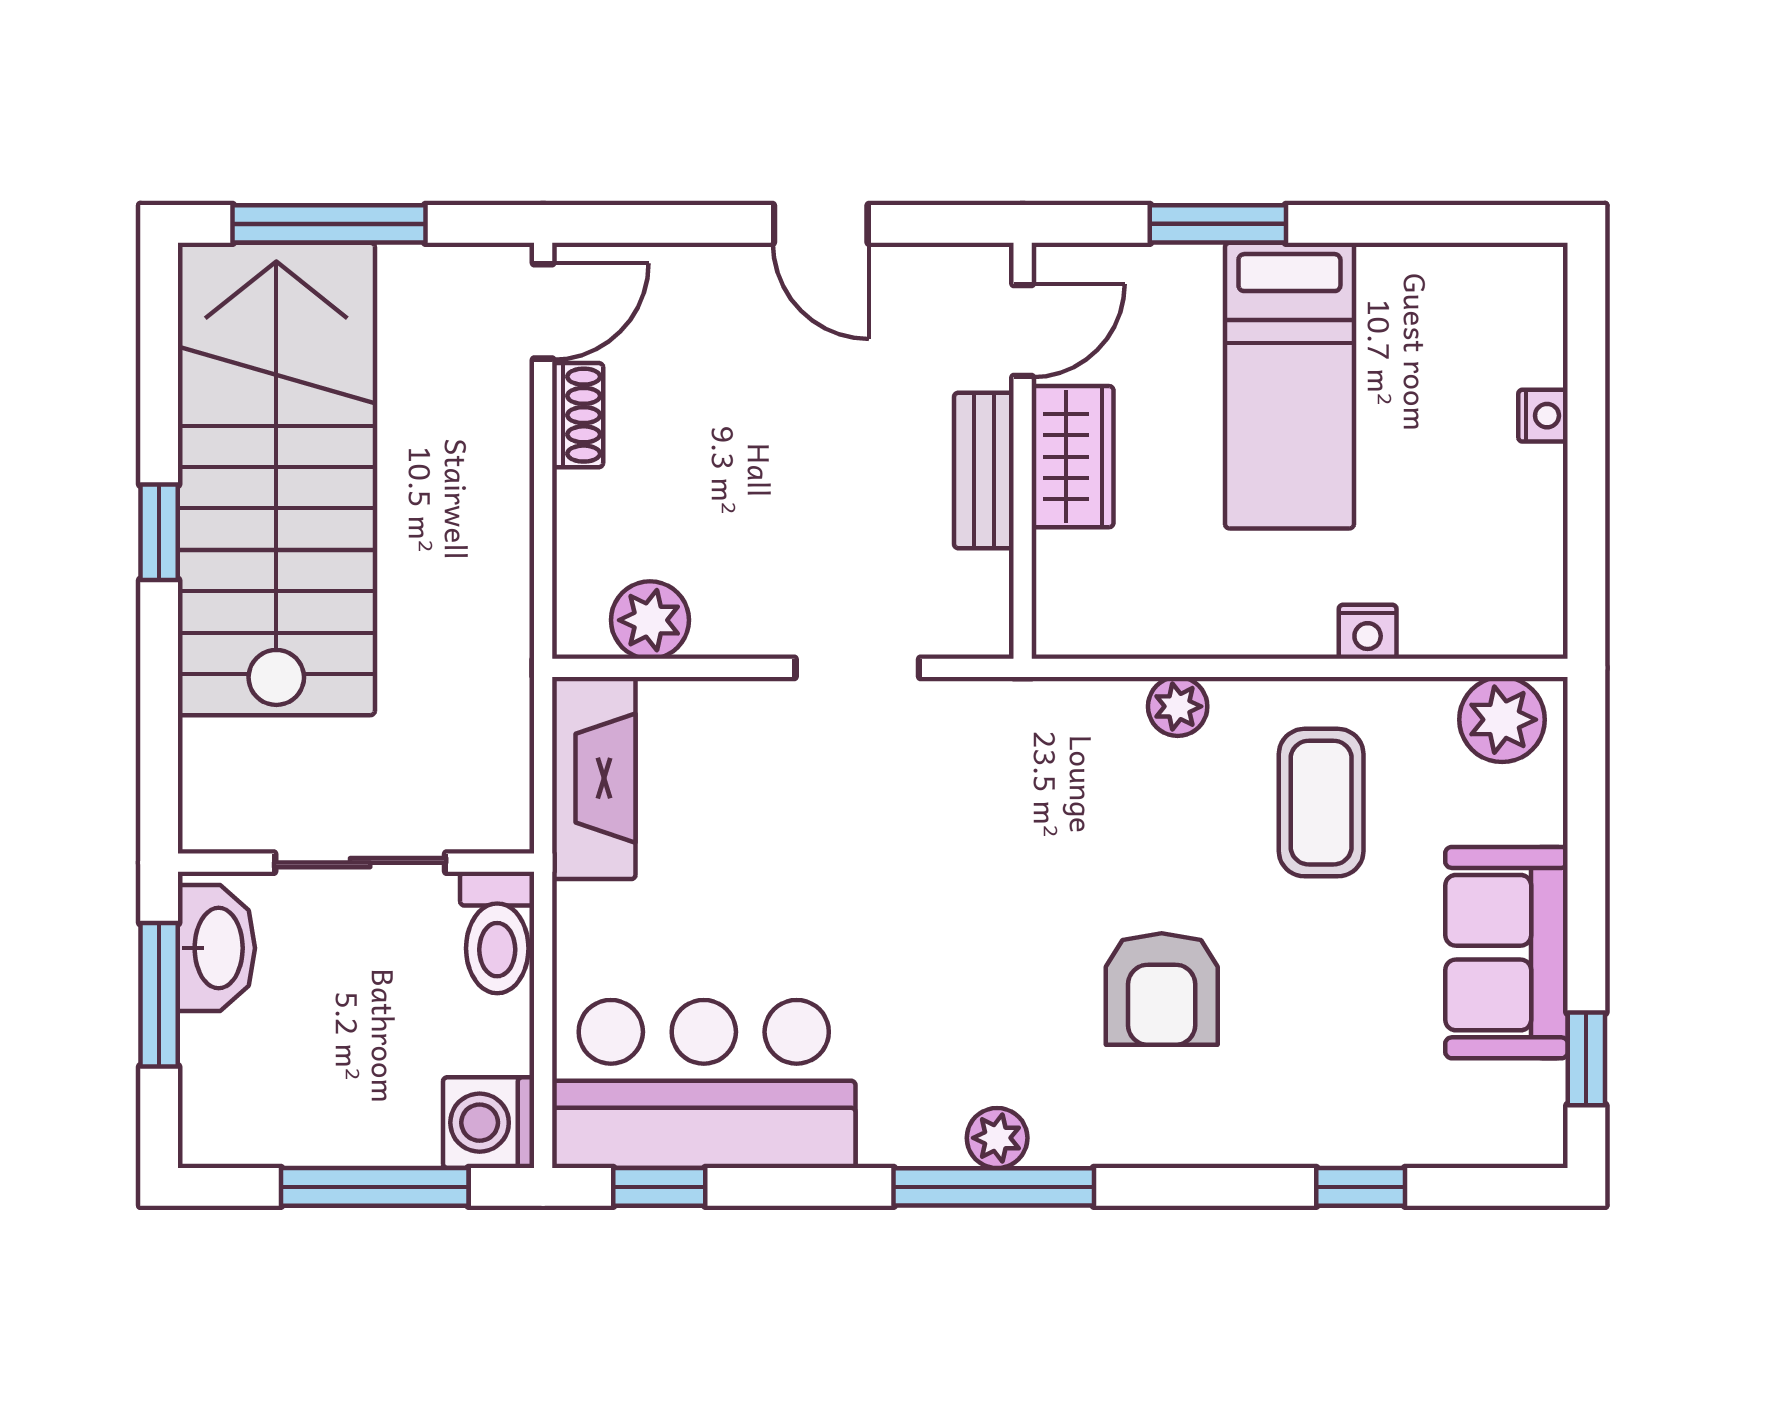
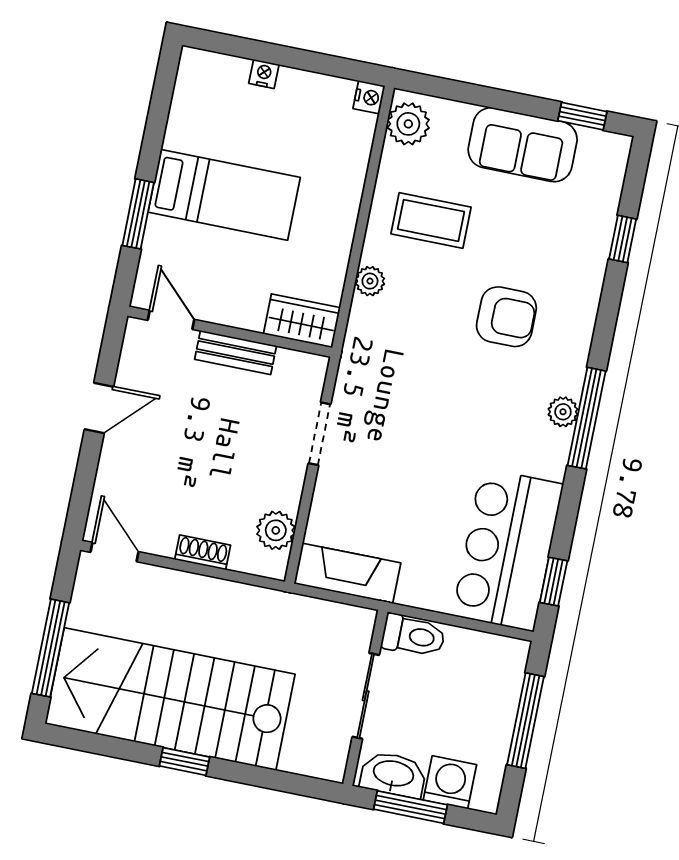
shoe rack: (578, 415) -> (203, 552), moved
wardrobe: (1072, 457) -> (302, 321), moved
nightstand: (1368, 632) -> (369, 97), moved
washing machine: (489, 1123) -> (450, 782), moved, turned 180

